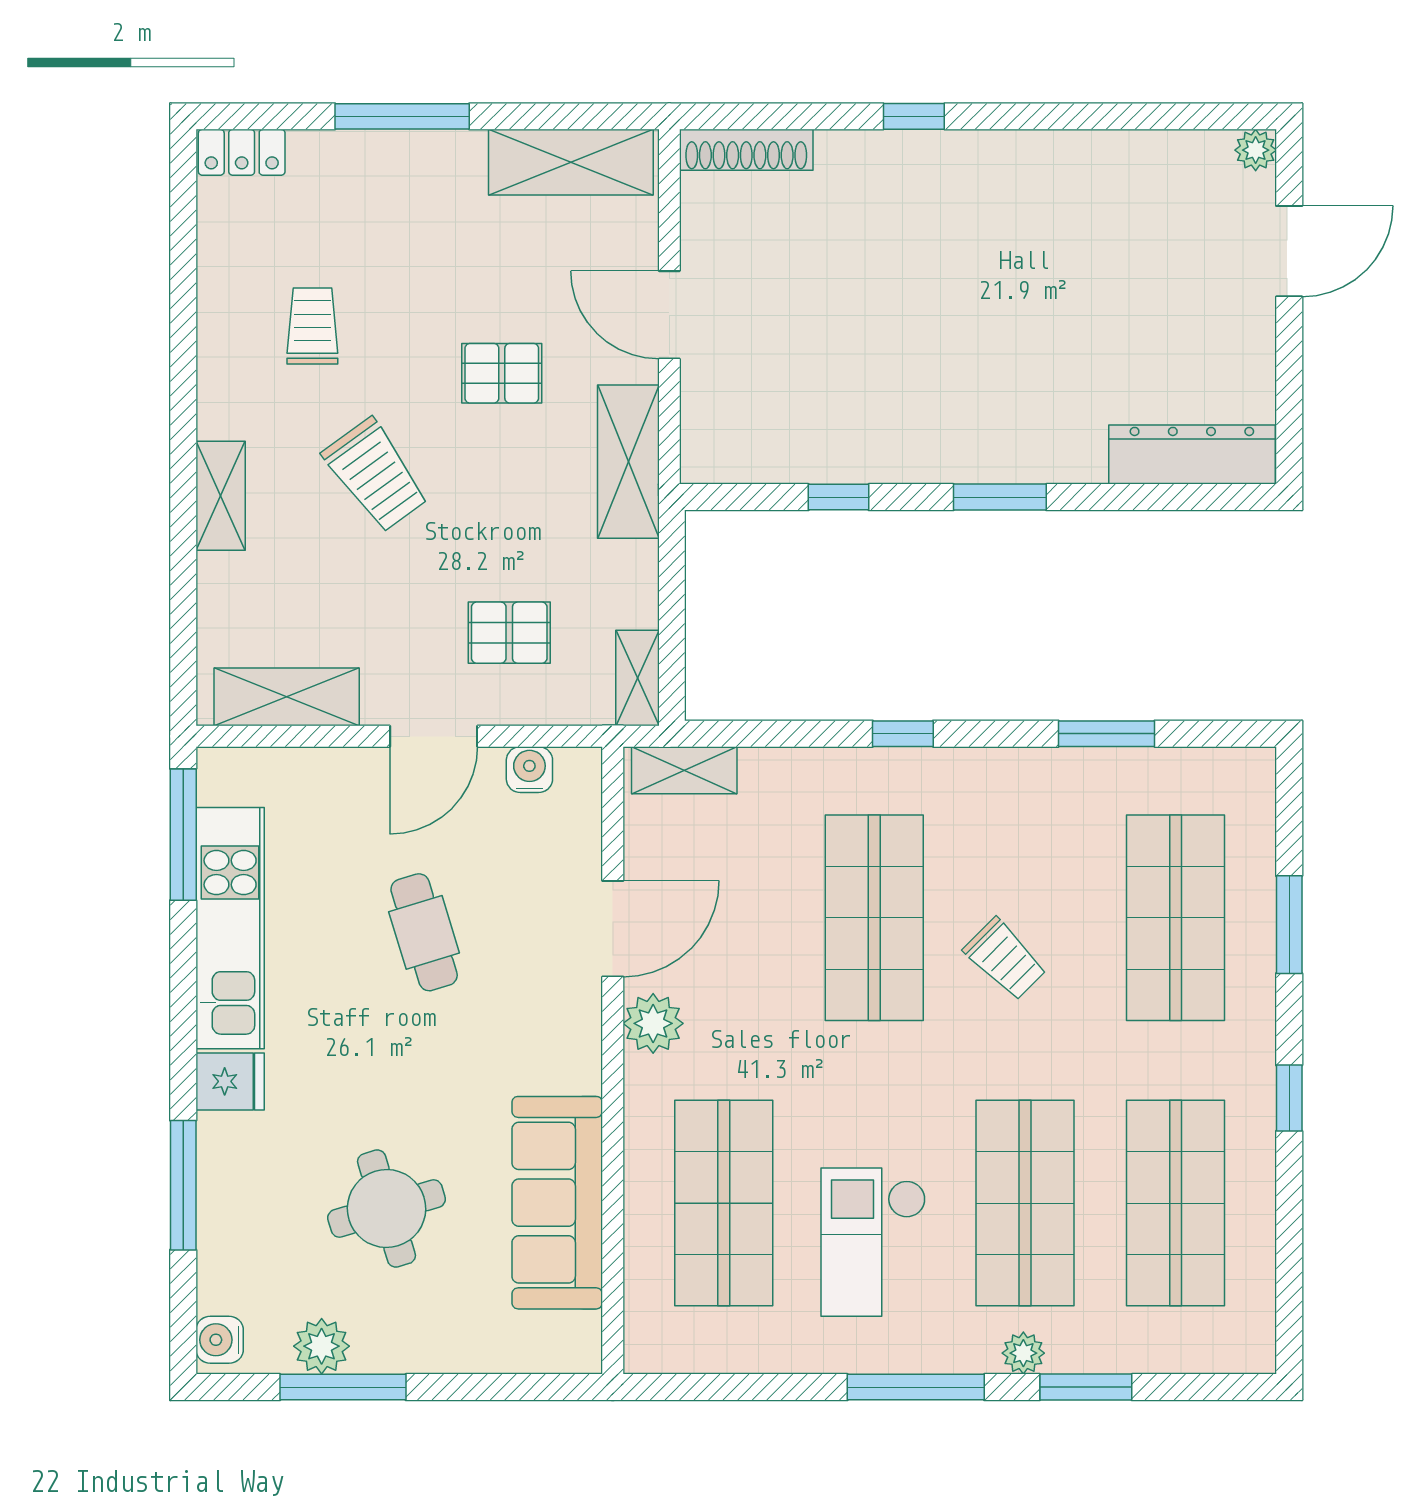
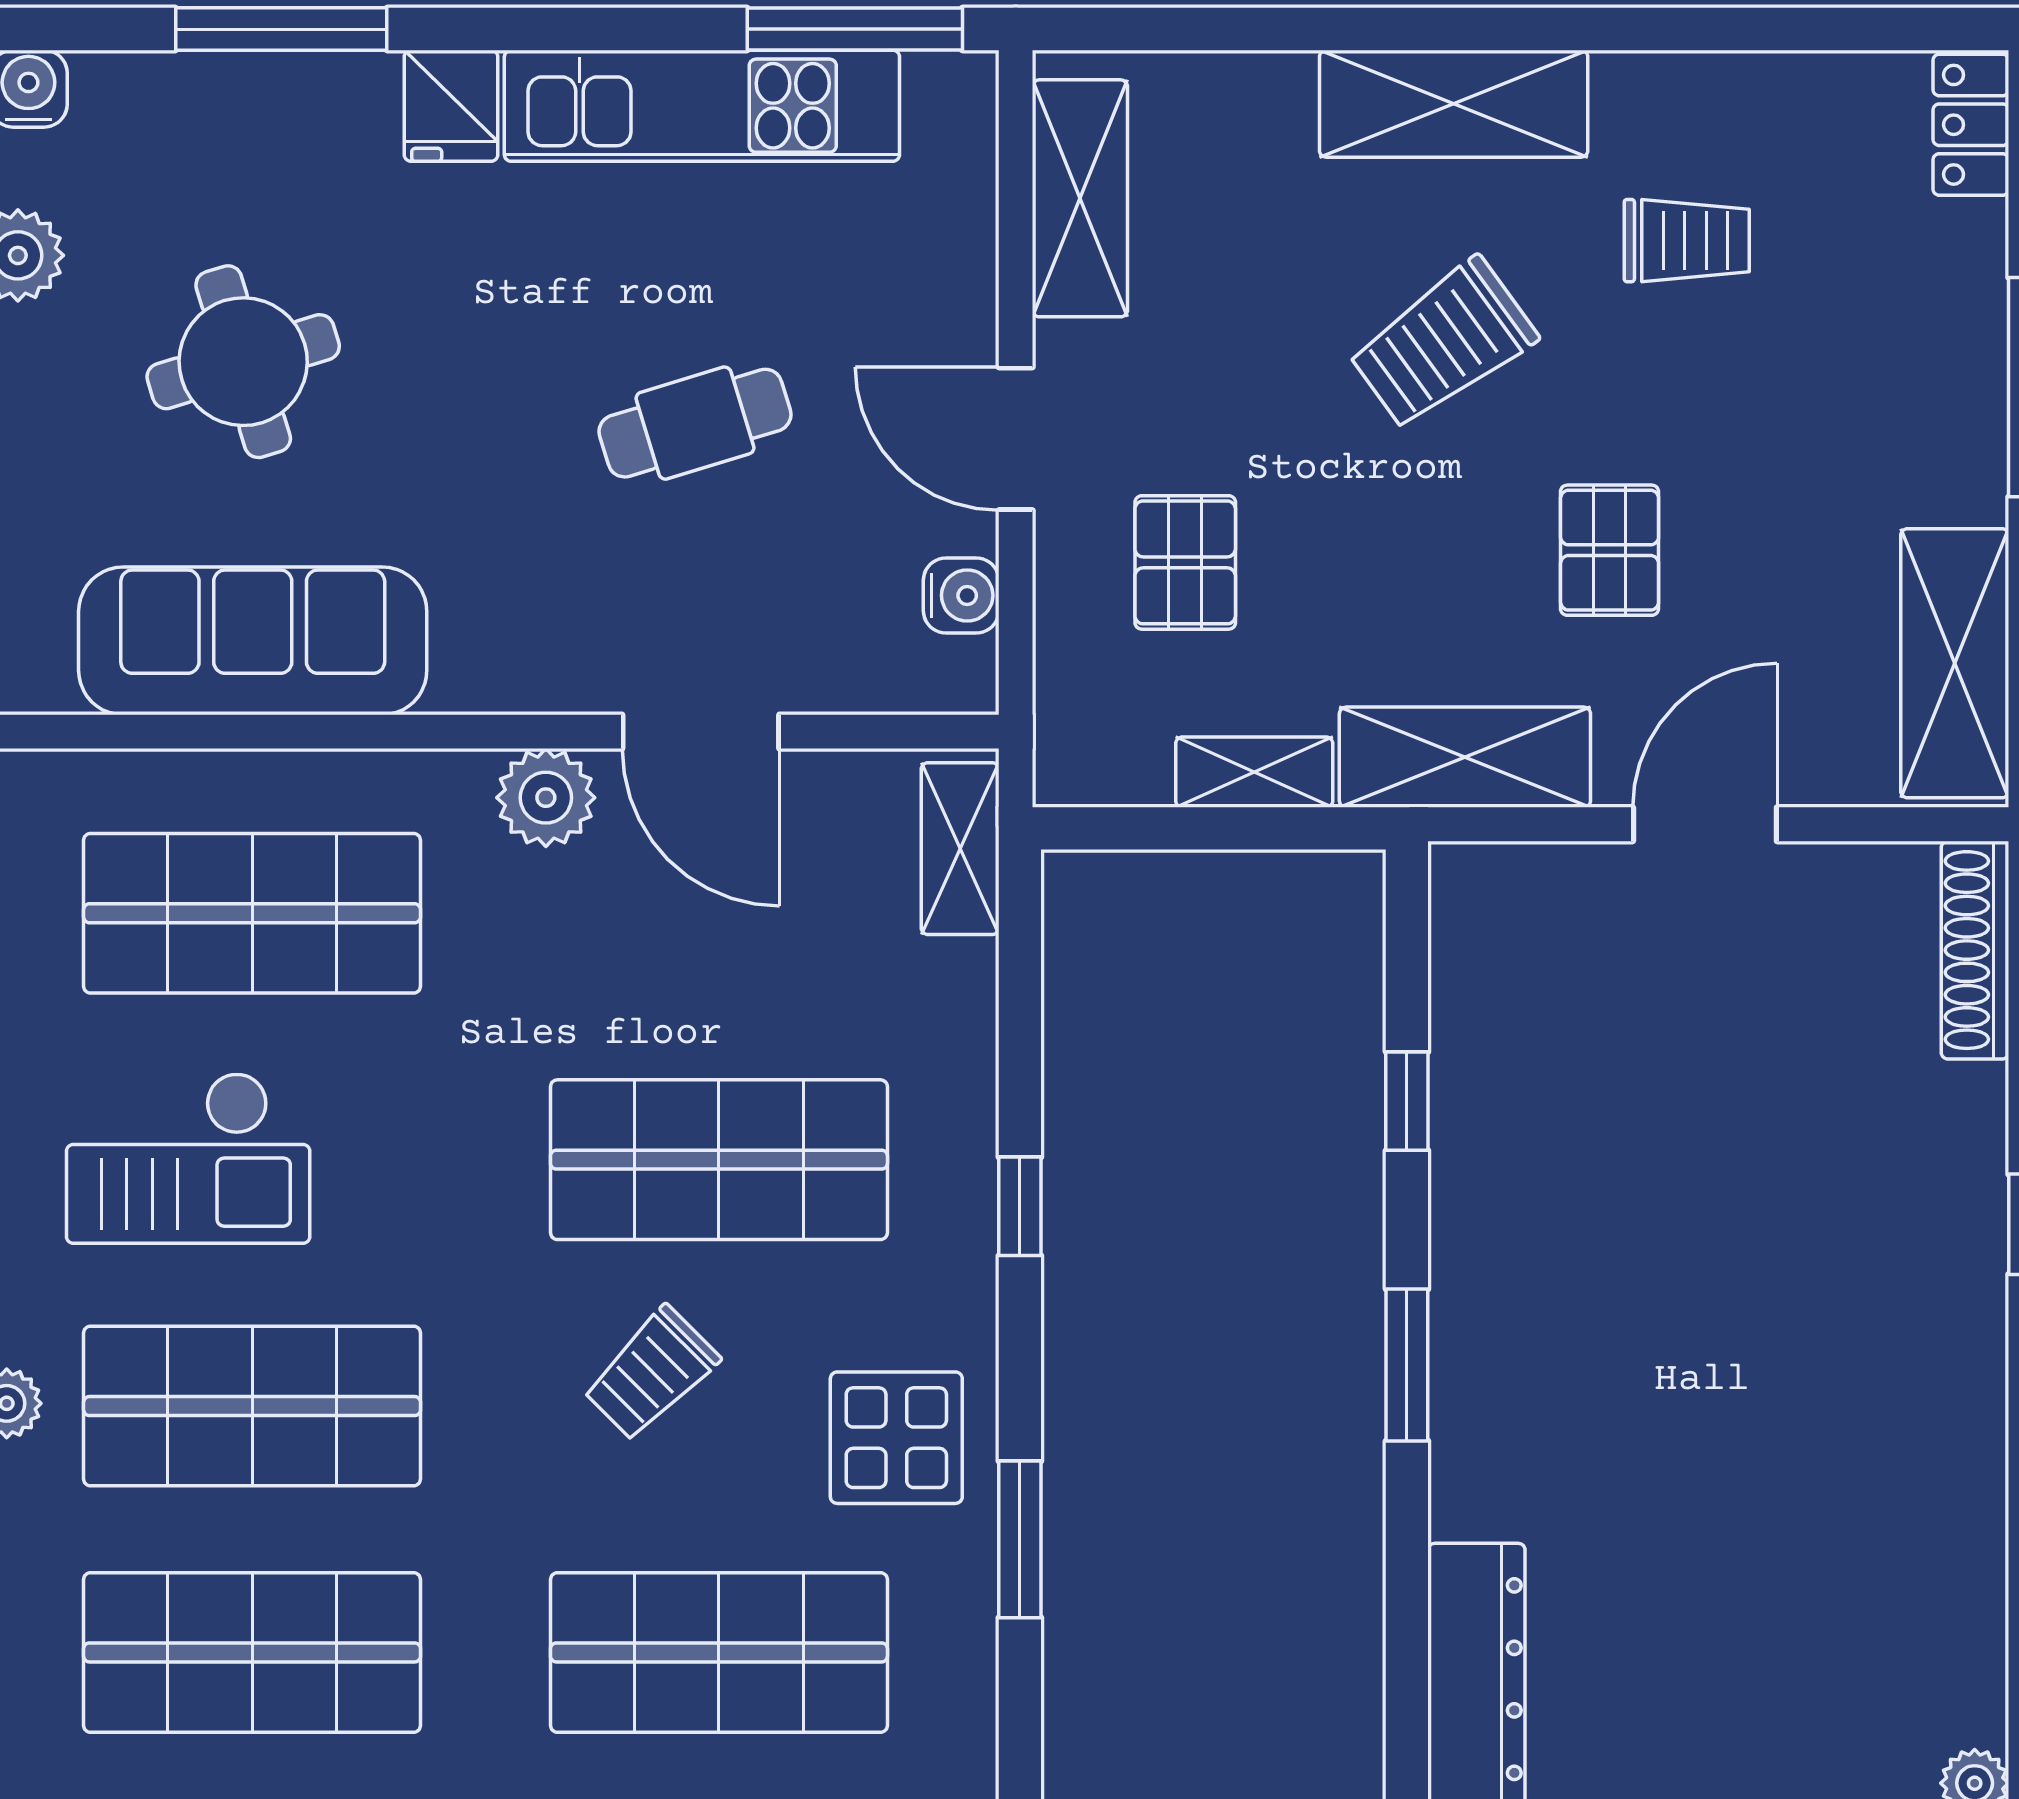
shelving: (221, 496) -> (1454, 104), width x1.50, depth x1.33
shelving: (637, 678) -> (1254, 772), moved
display table: (1044, 809) -> (896, 1438), added
checkout: (873, 1242) -> (188, 1158), turned 180

